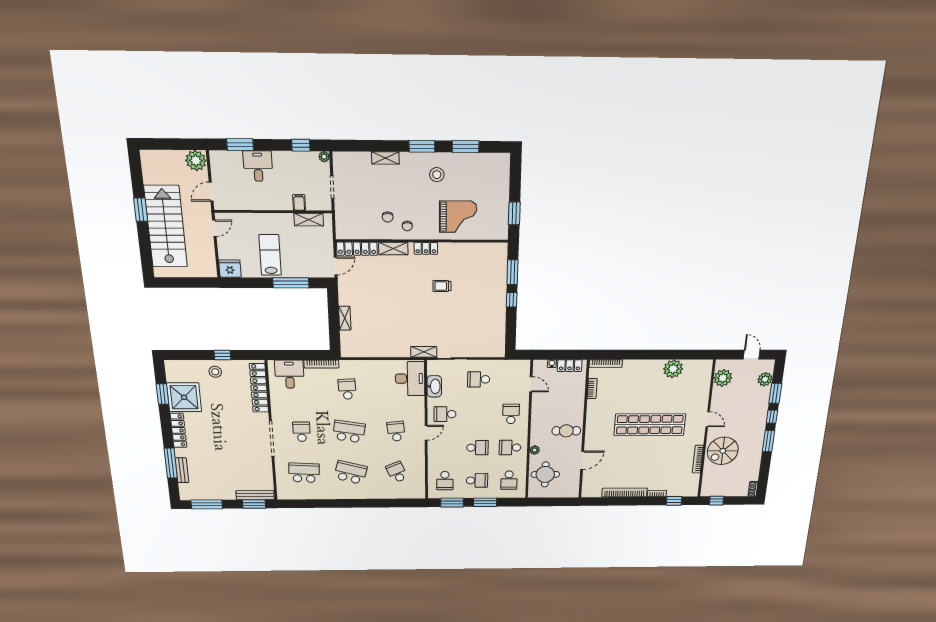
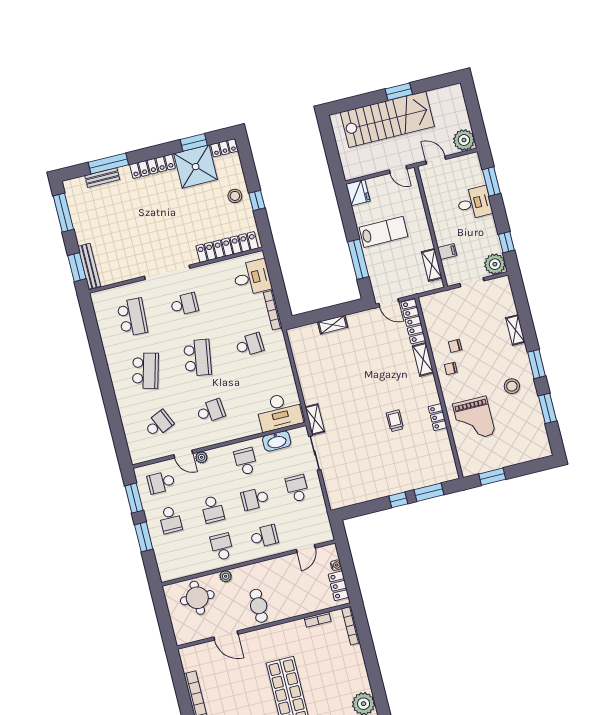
plant: (324, 157) -> (495, 264), width x1.87, depth x1.87
locker: (426, 248) -> (438, 417), moved
locker: (171, 371) -> (224, 148), added
door: (426, 433) -> (183, 454), moved
plant: (433, 447) -> (201, 457), added
school desk: (509, 480) -> (255, 499), moved

